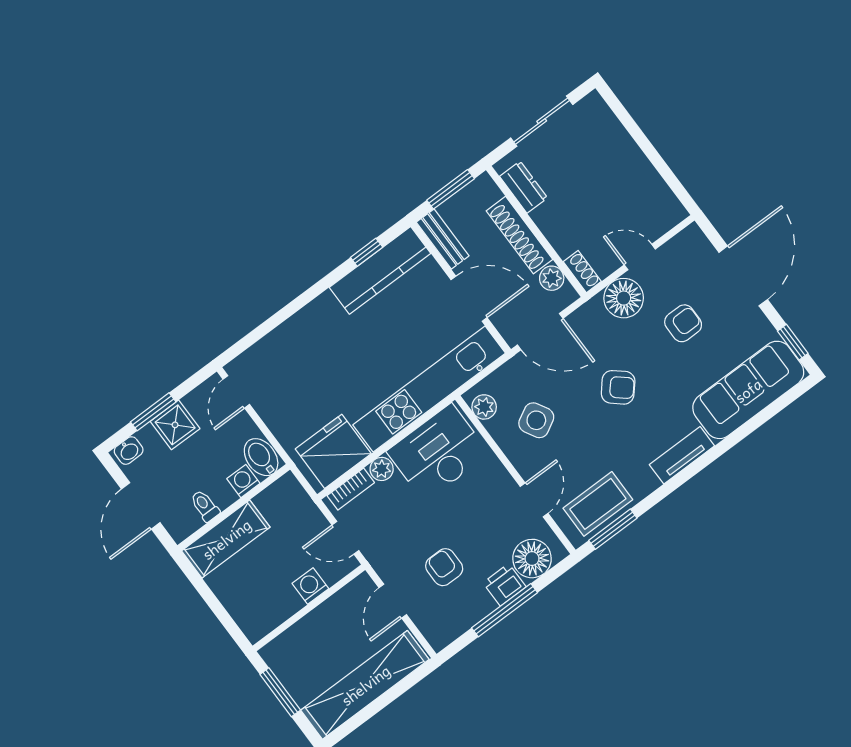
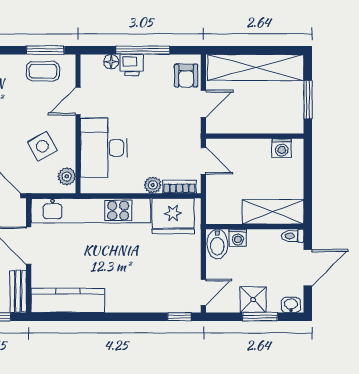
window: (367, 252) -> (179, 317), moved
desk: (438, 453) -> (104, 148), moved, turned 90
coffee table: (598, 504) -> (43, 71), width x0.73, depth x0.77
toilet: (205, 506) -> (293, 236), moved, turned 90
floor lamp: (532, 559) -> (111, 62), width x0.53, depth x0.53
armchair: (444, 567) -> (186, 76), moved
washing machine: (310, 586) -> (282, 148), moved

